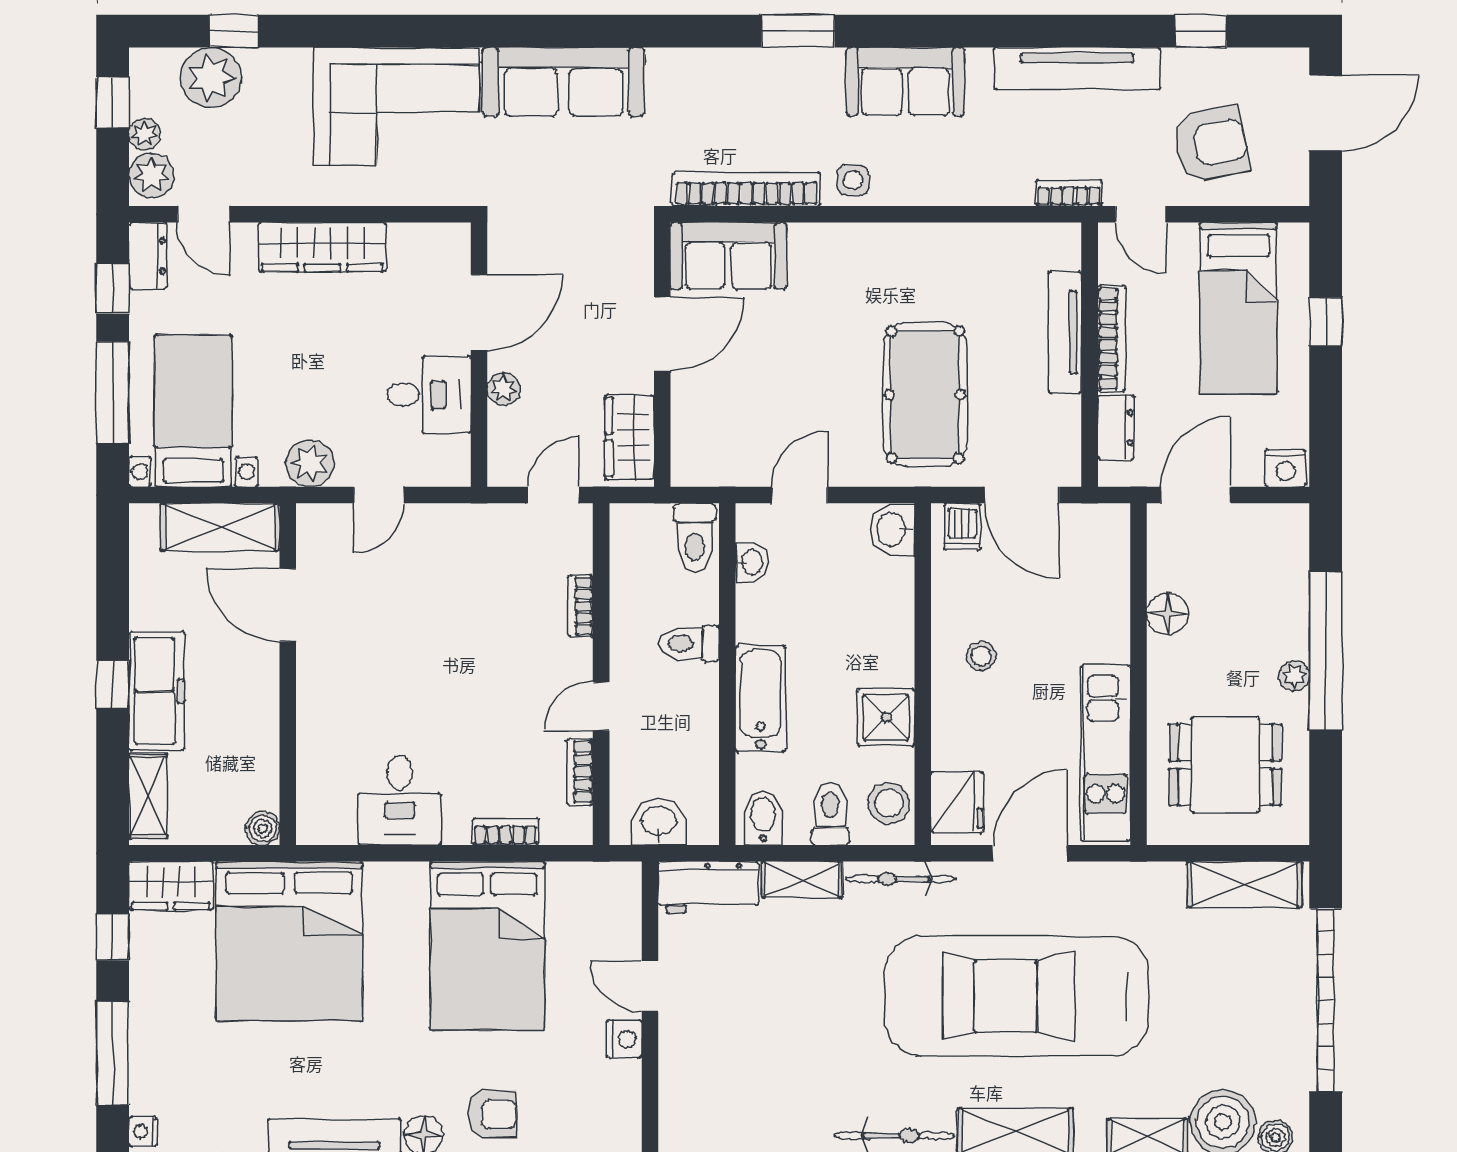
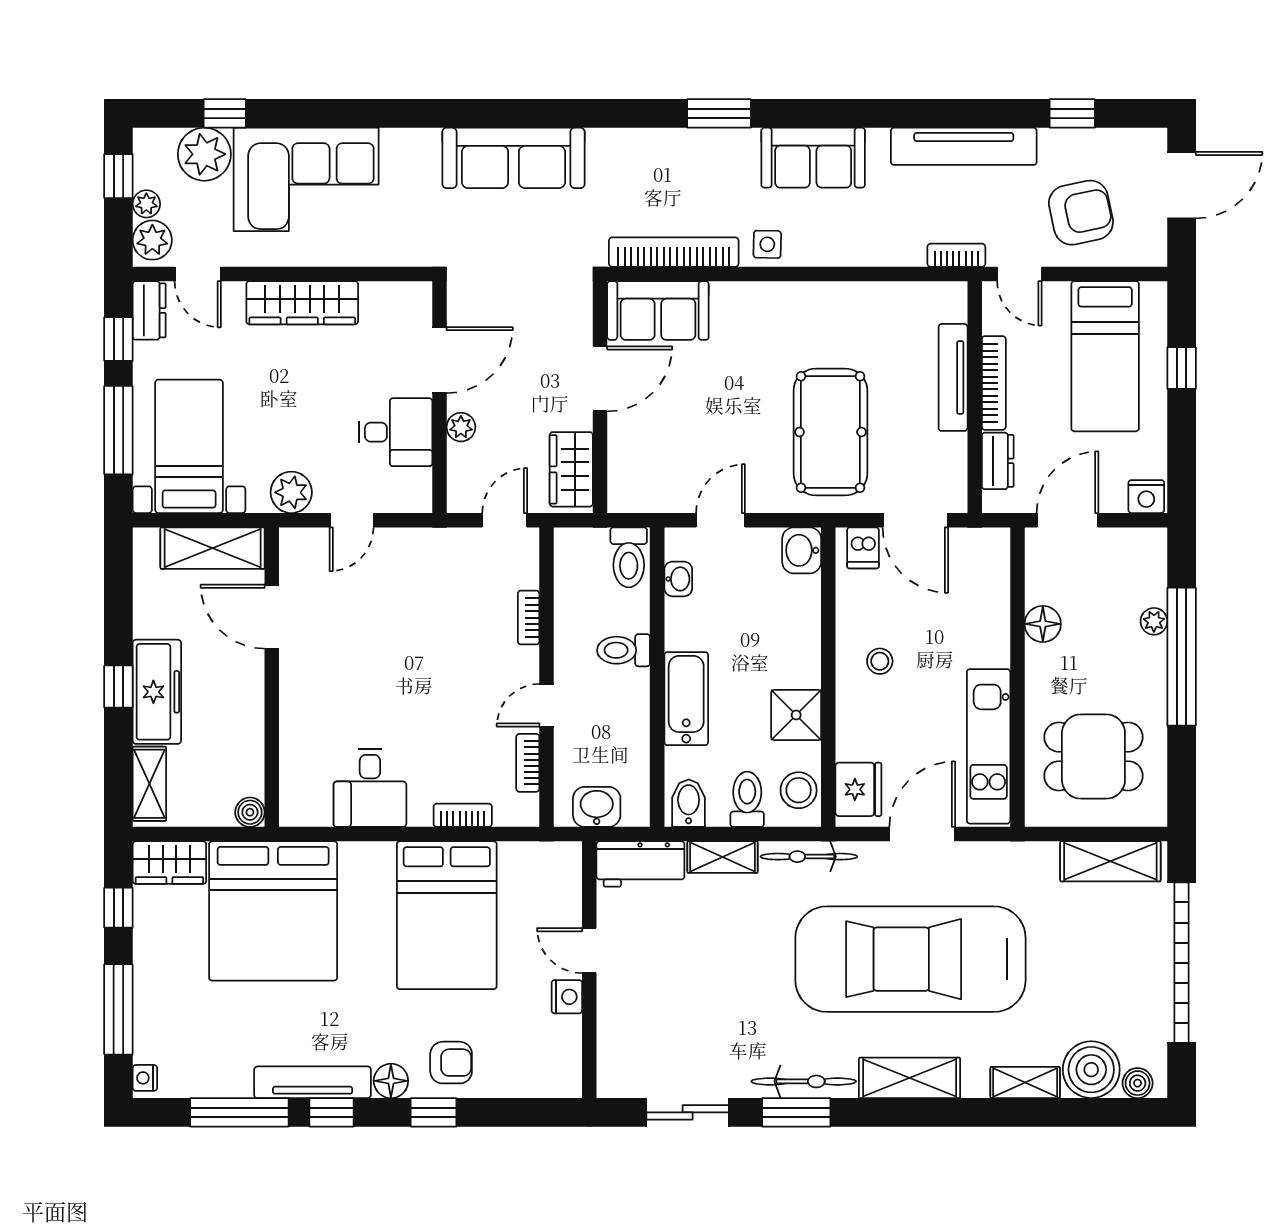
corner sofa: (396, 106) -> (306, 179), moved
plant: (1294, 676) -> (1154, 621), moved

